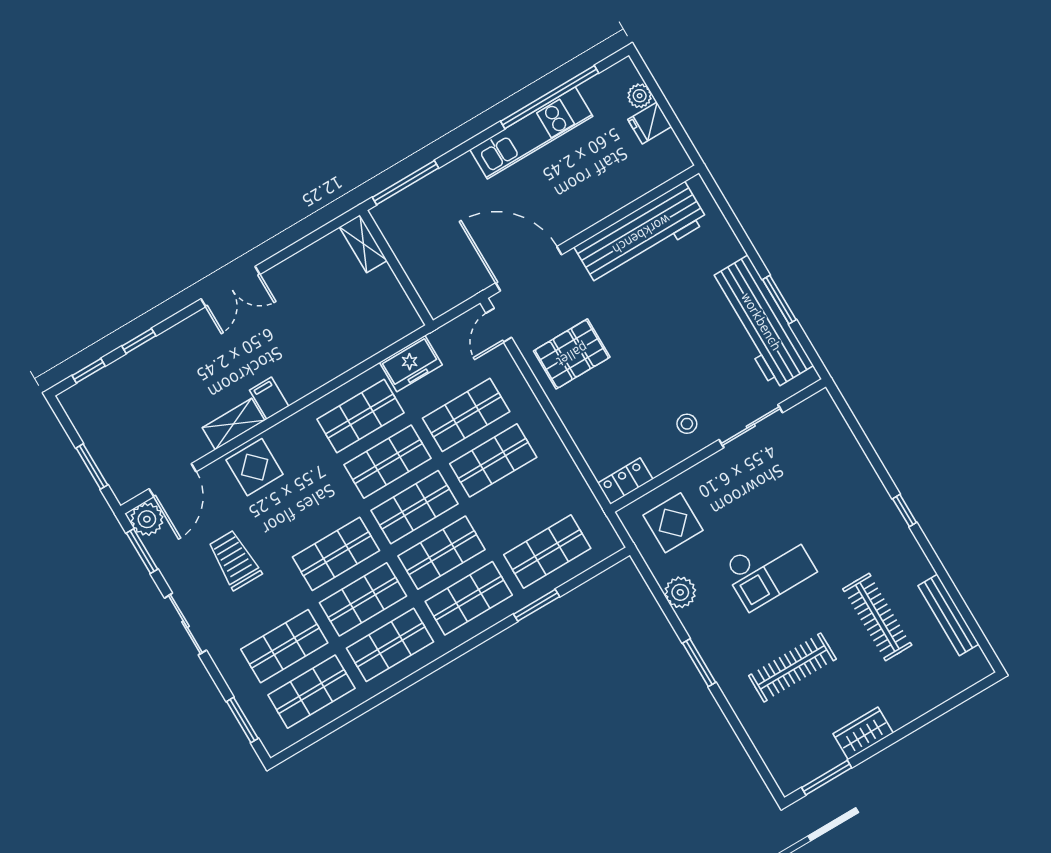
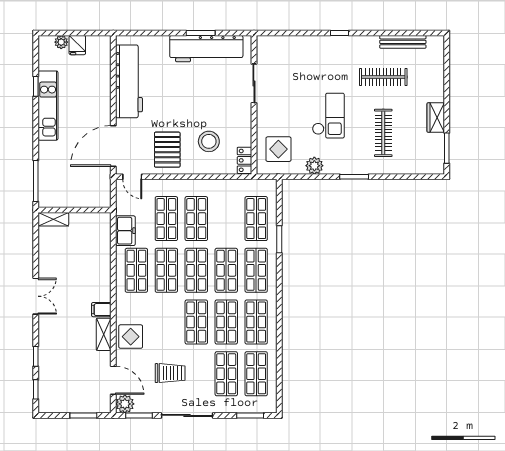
window: (550, 97) -> (36, 86), width x0.32
stool: (687, 424) -> (209, 141), moved, width x1.89, depth x1.89
trolley: (235, 560) -> (170, 373), turned 180
sliding door: (185, 624) -> (187, 415), width x1.37

